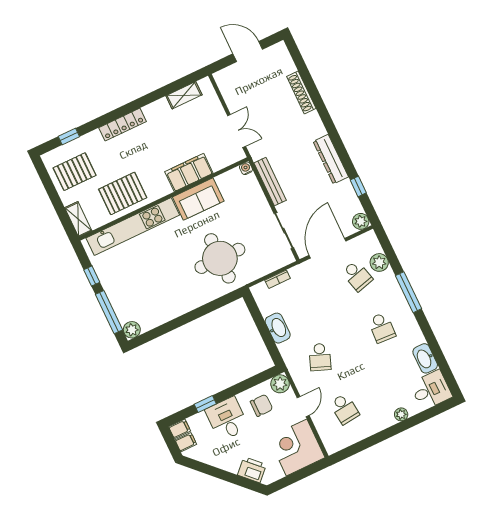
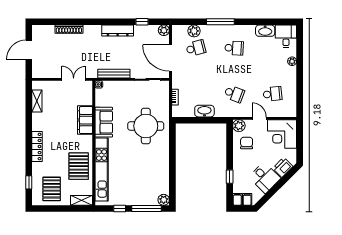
desk: (227, 419) -> (265, 178), moved, turned -135

